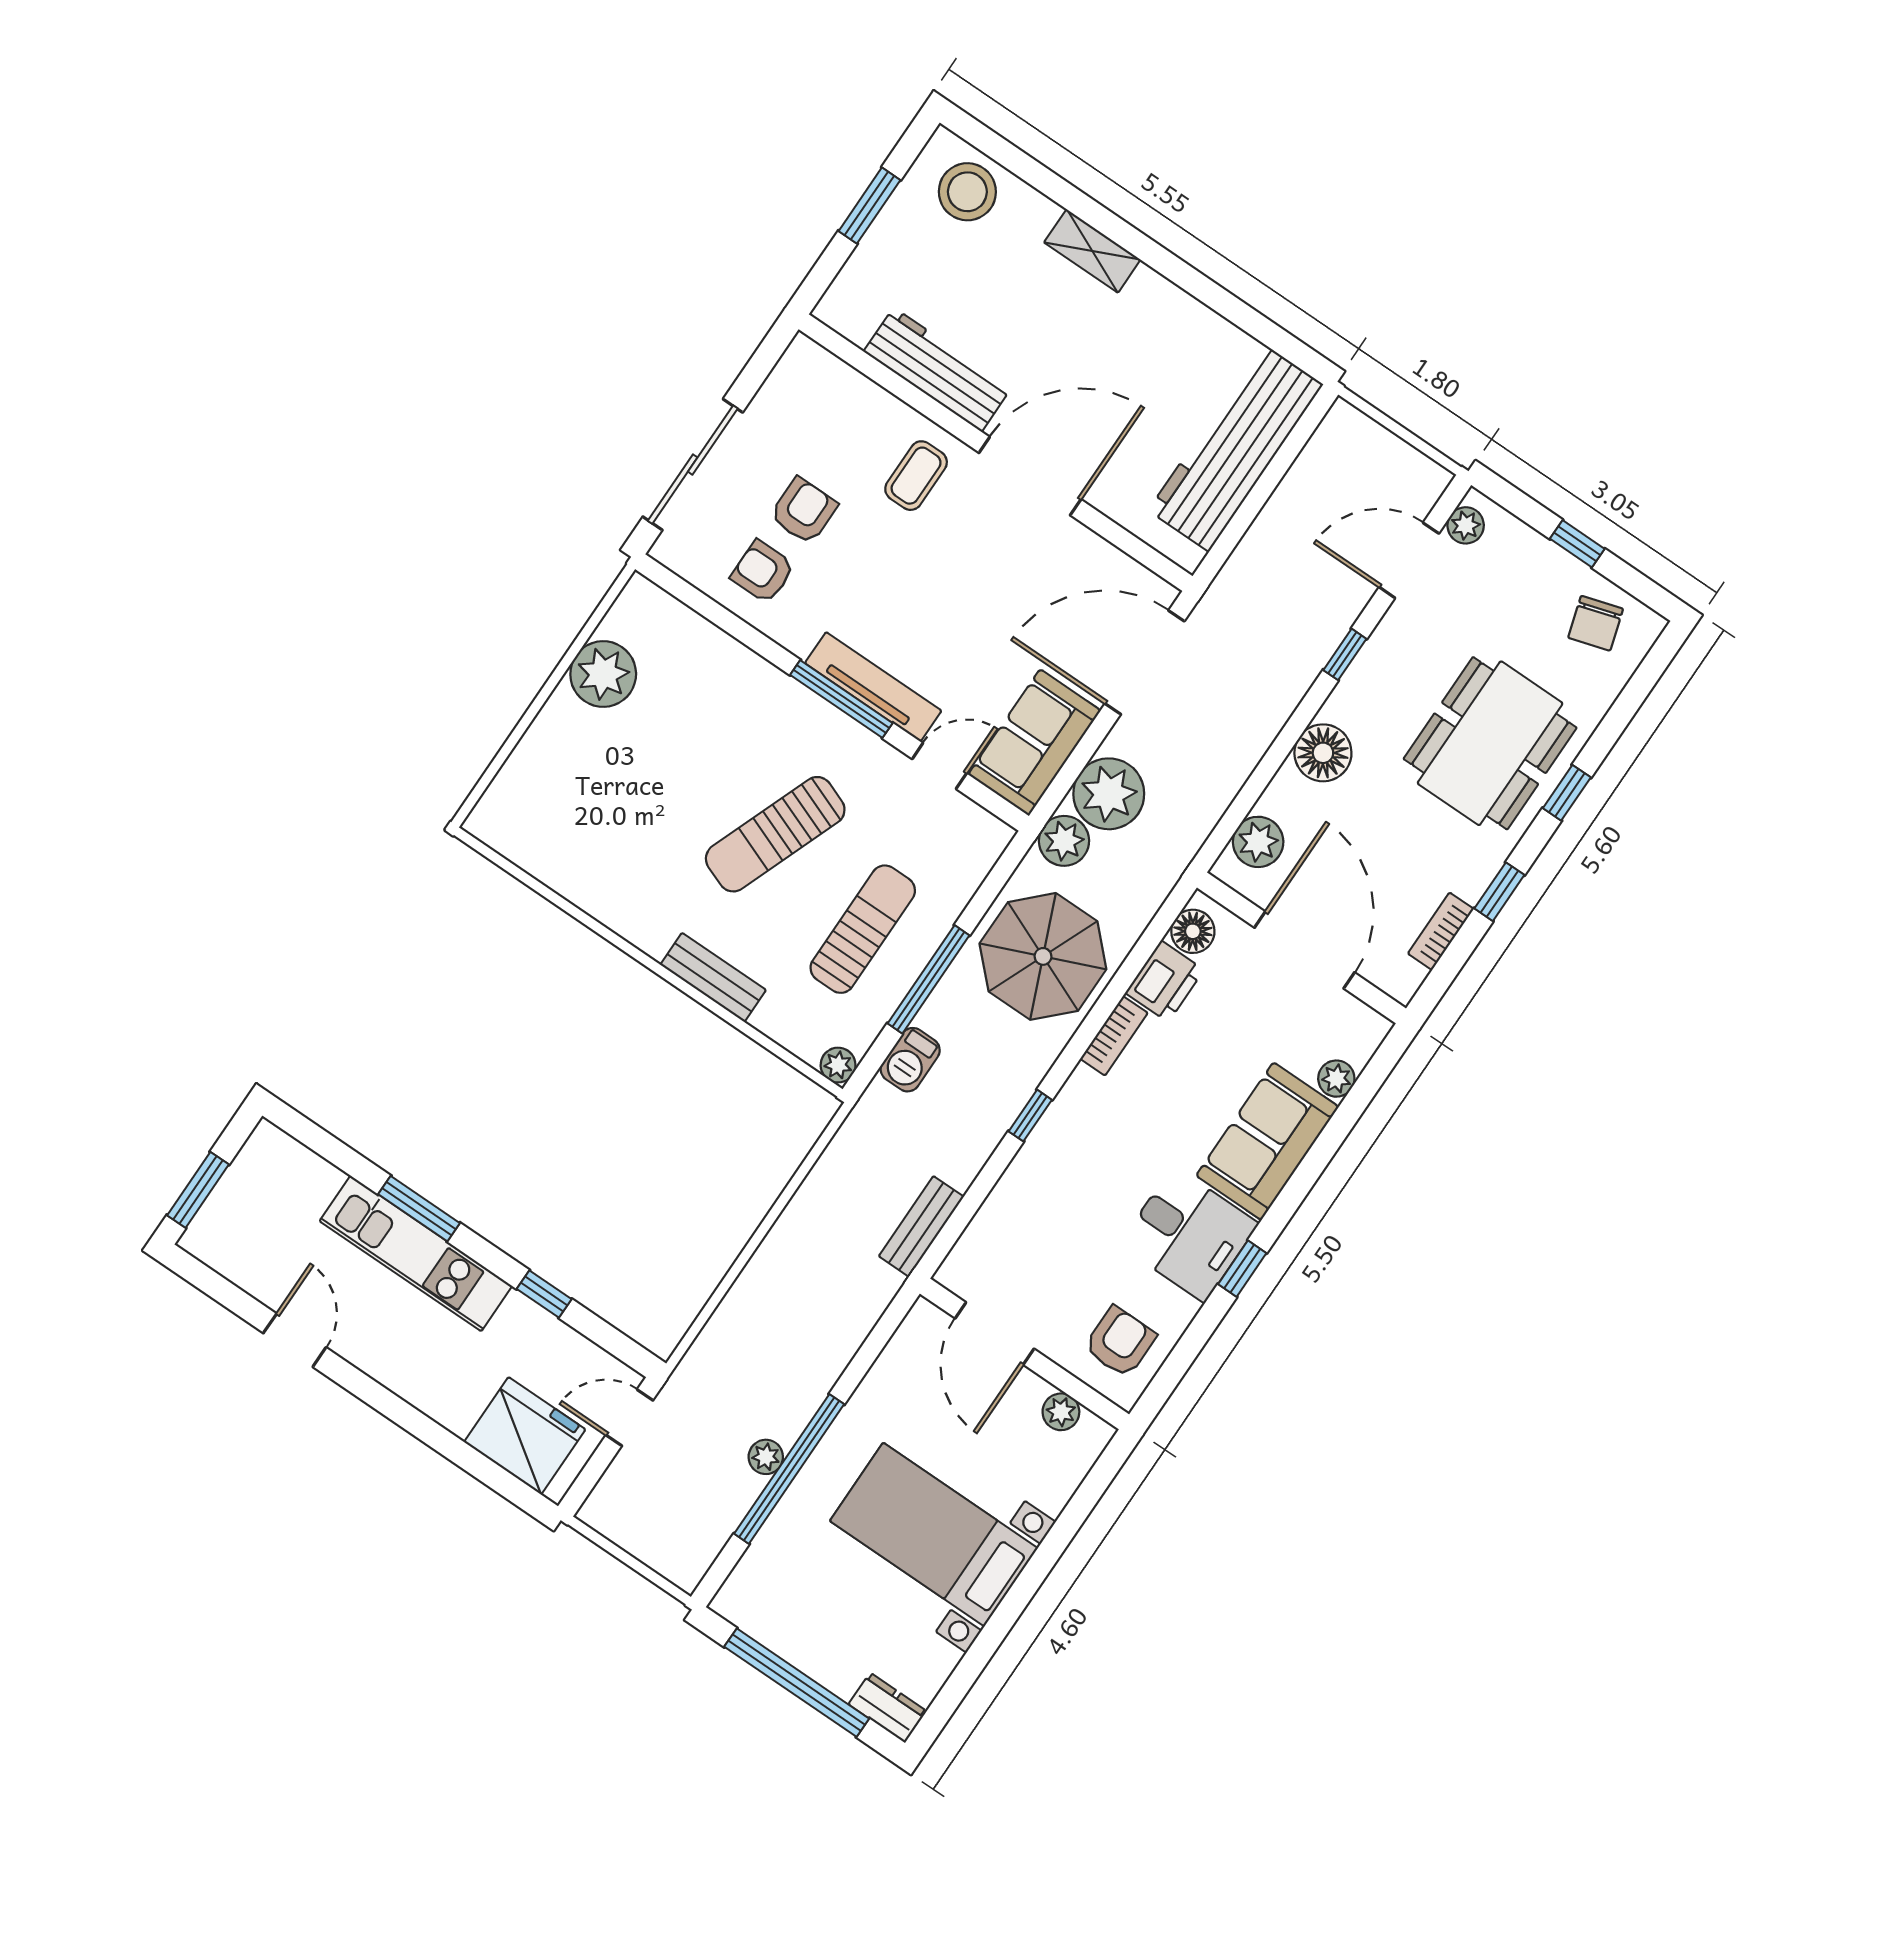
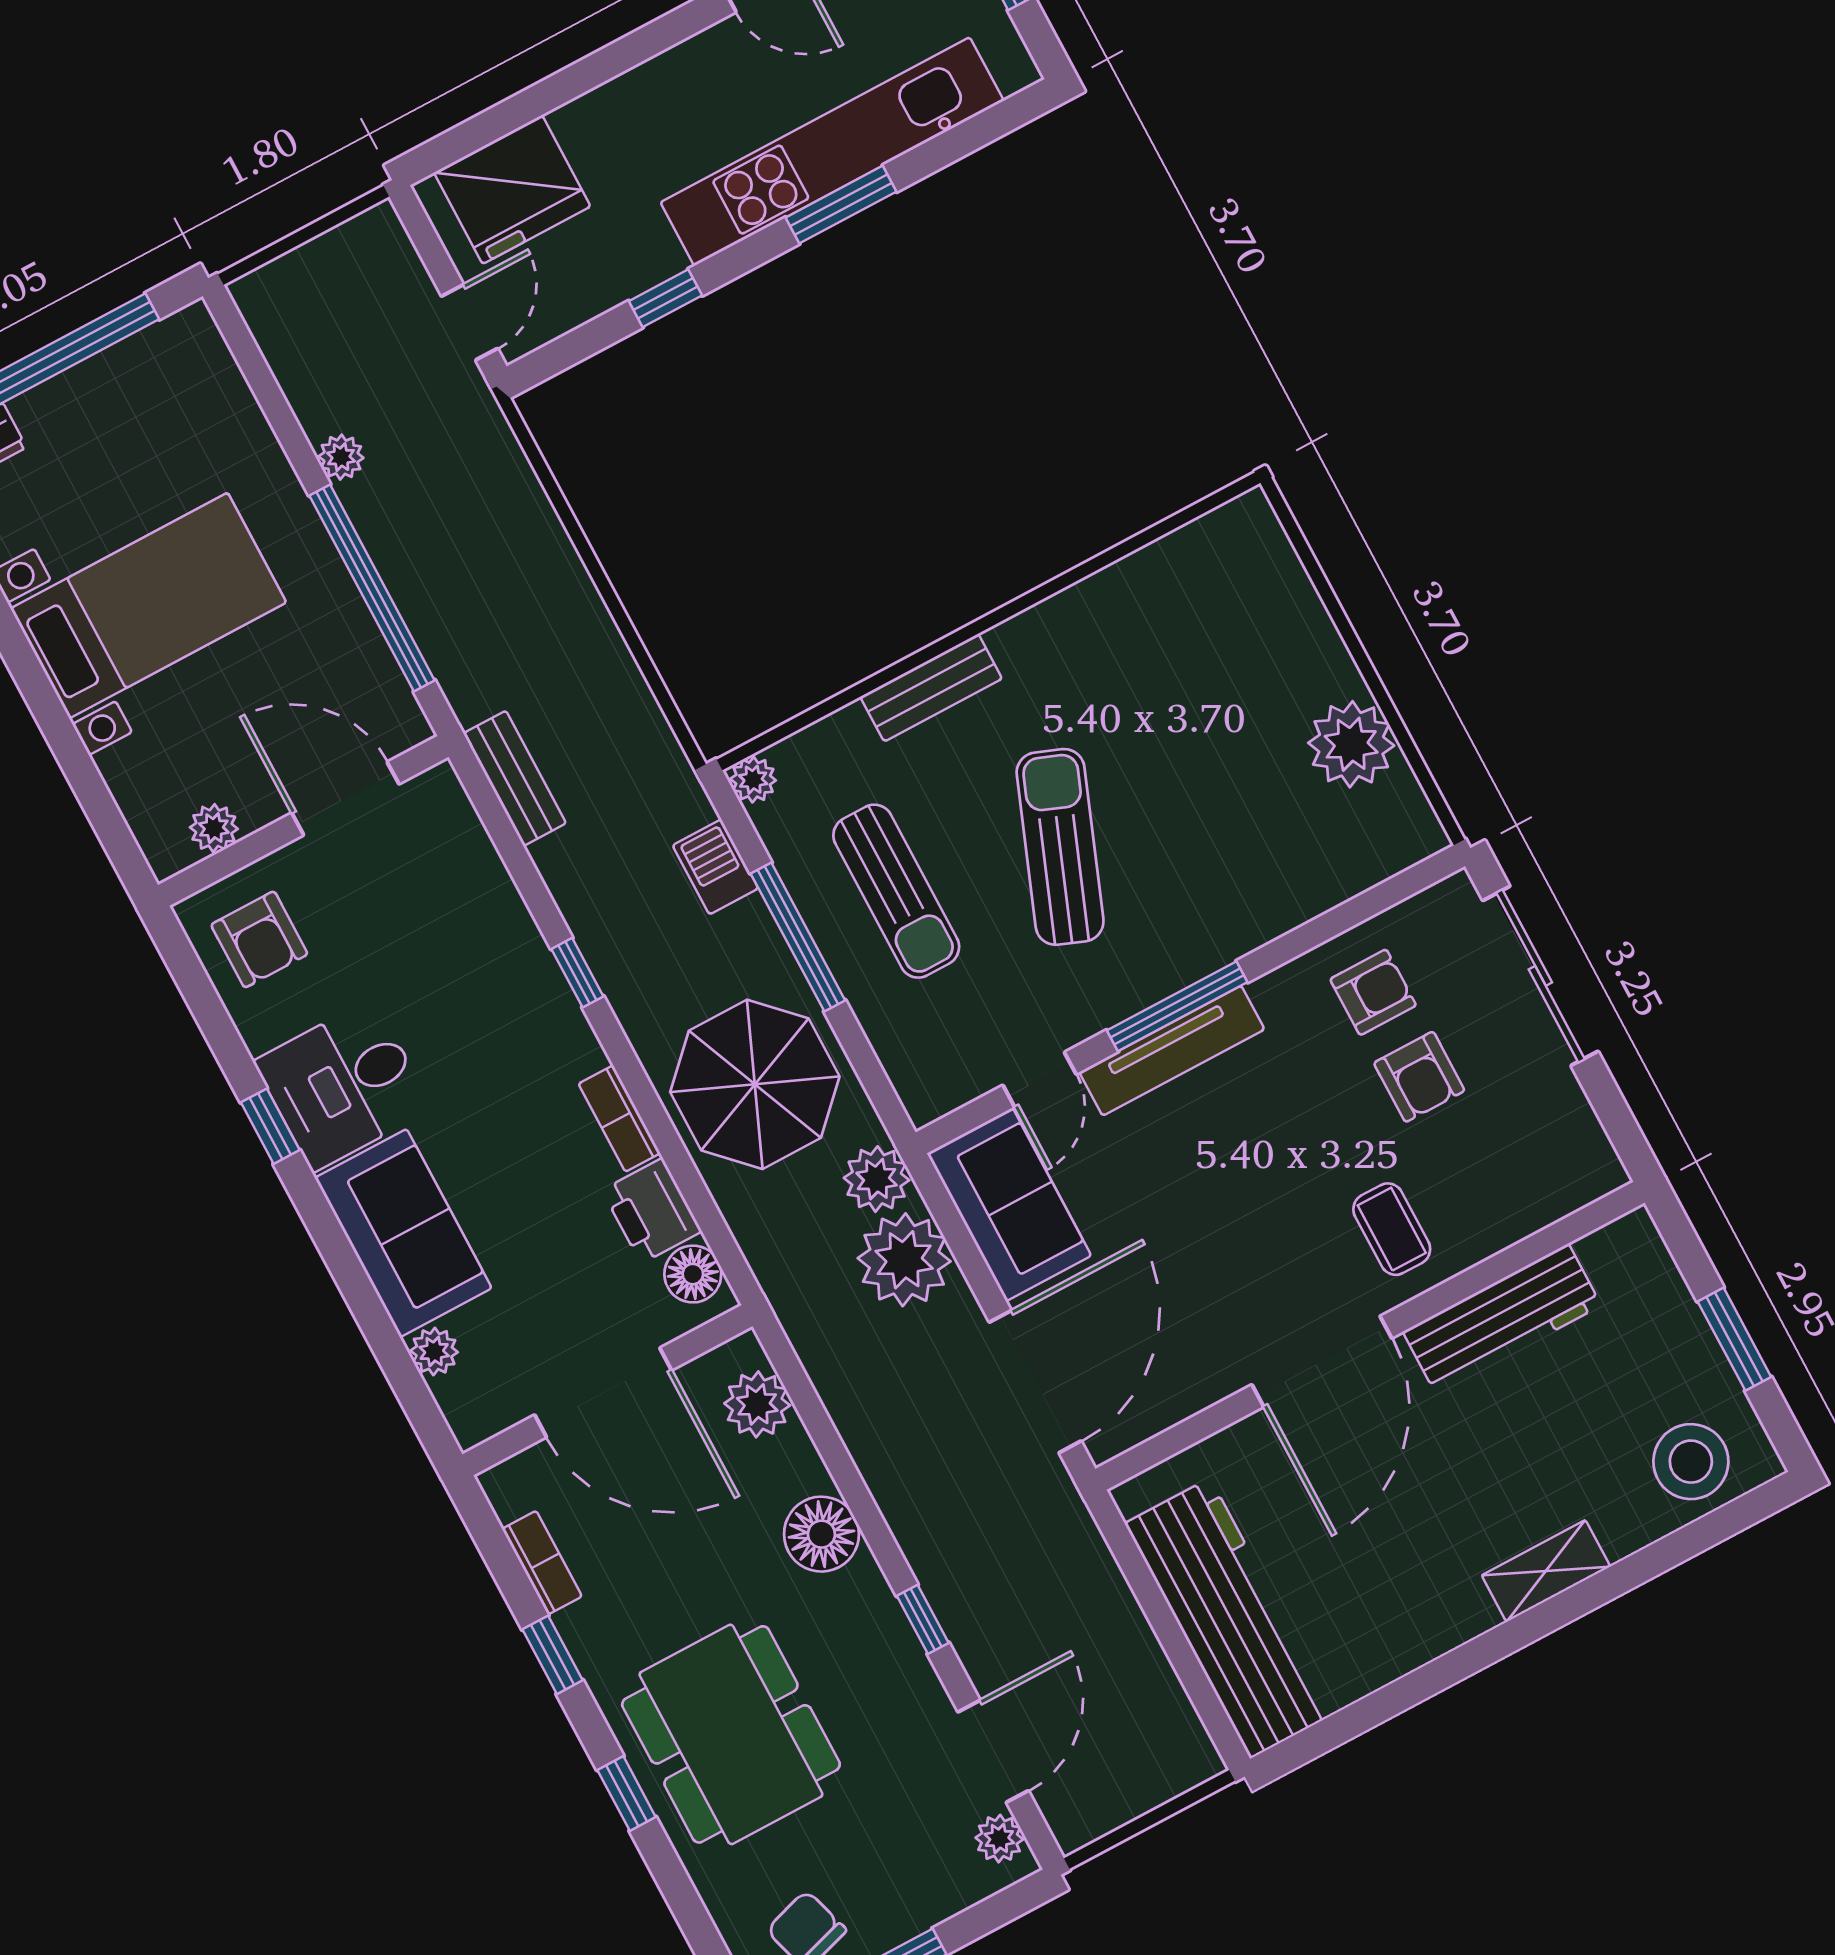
kitchen unit: (416, 1253) -> (832, 152), width x1.36
window: (789, 1469) -> (372, 588), moved

